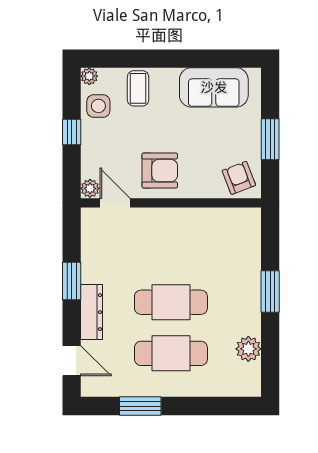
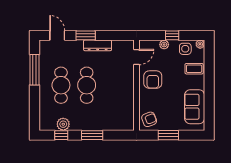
plant: (90, 188) -> (164, 45), moved
window: (72, 281) -> (86, 35), moved
dresser: (92, 312) -> (98, 45), moved
window: (270, 353) -> (61, 135), added
door: (72, 361) -> (57, 35), swing flipped
window: (140, 406) -> (35, 70), width x1.44

